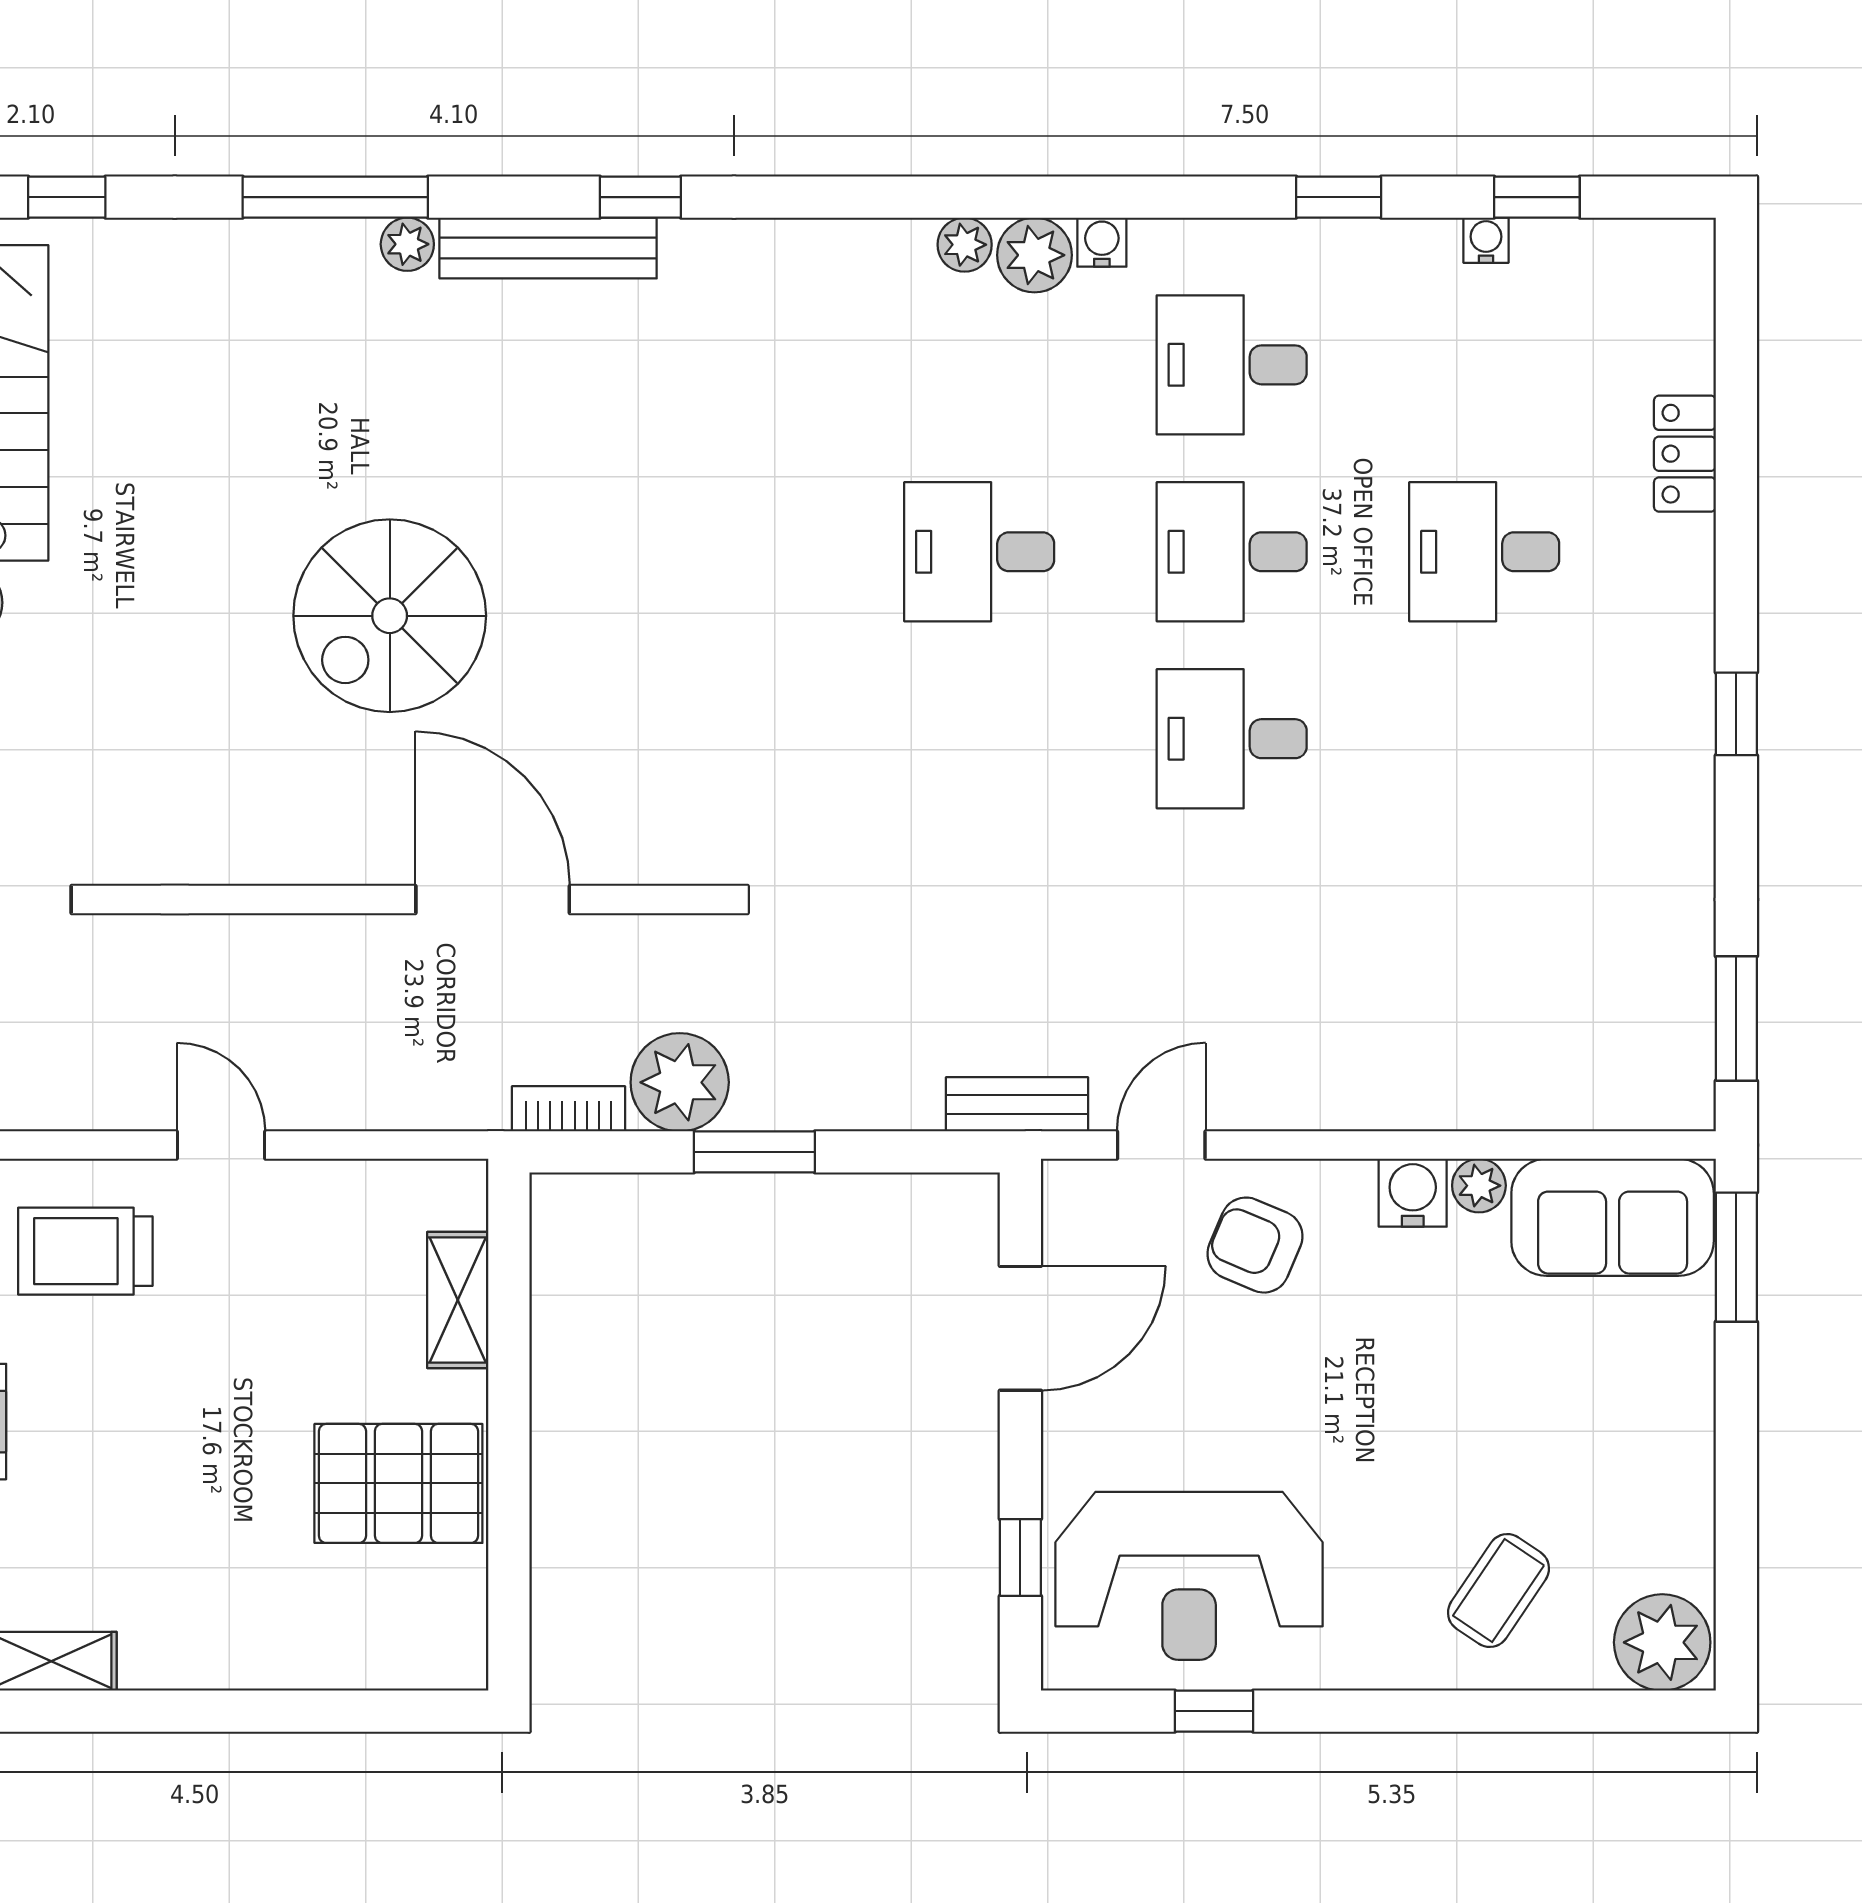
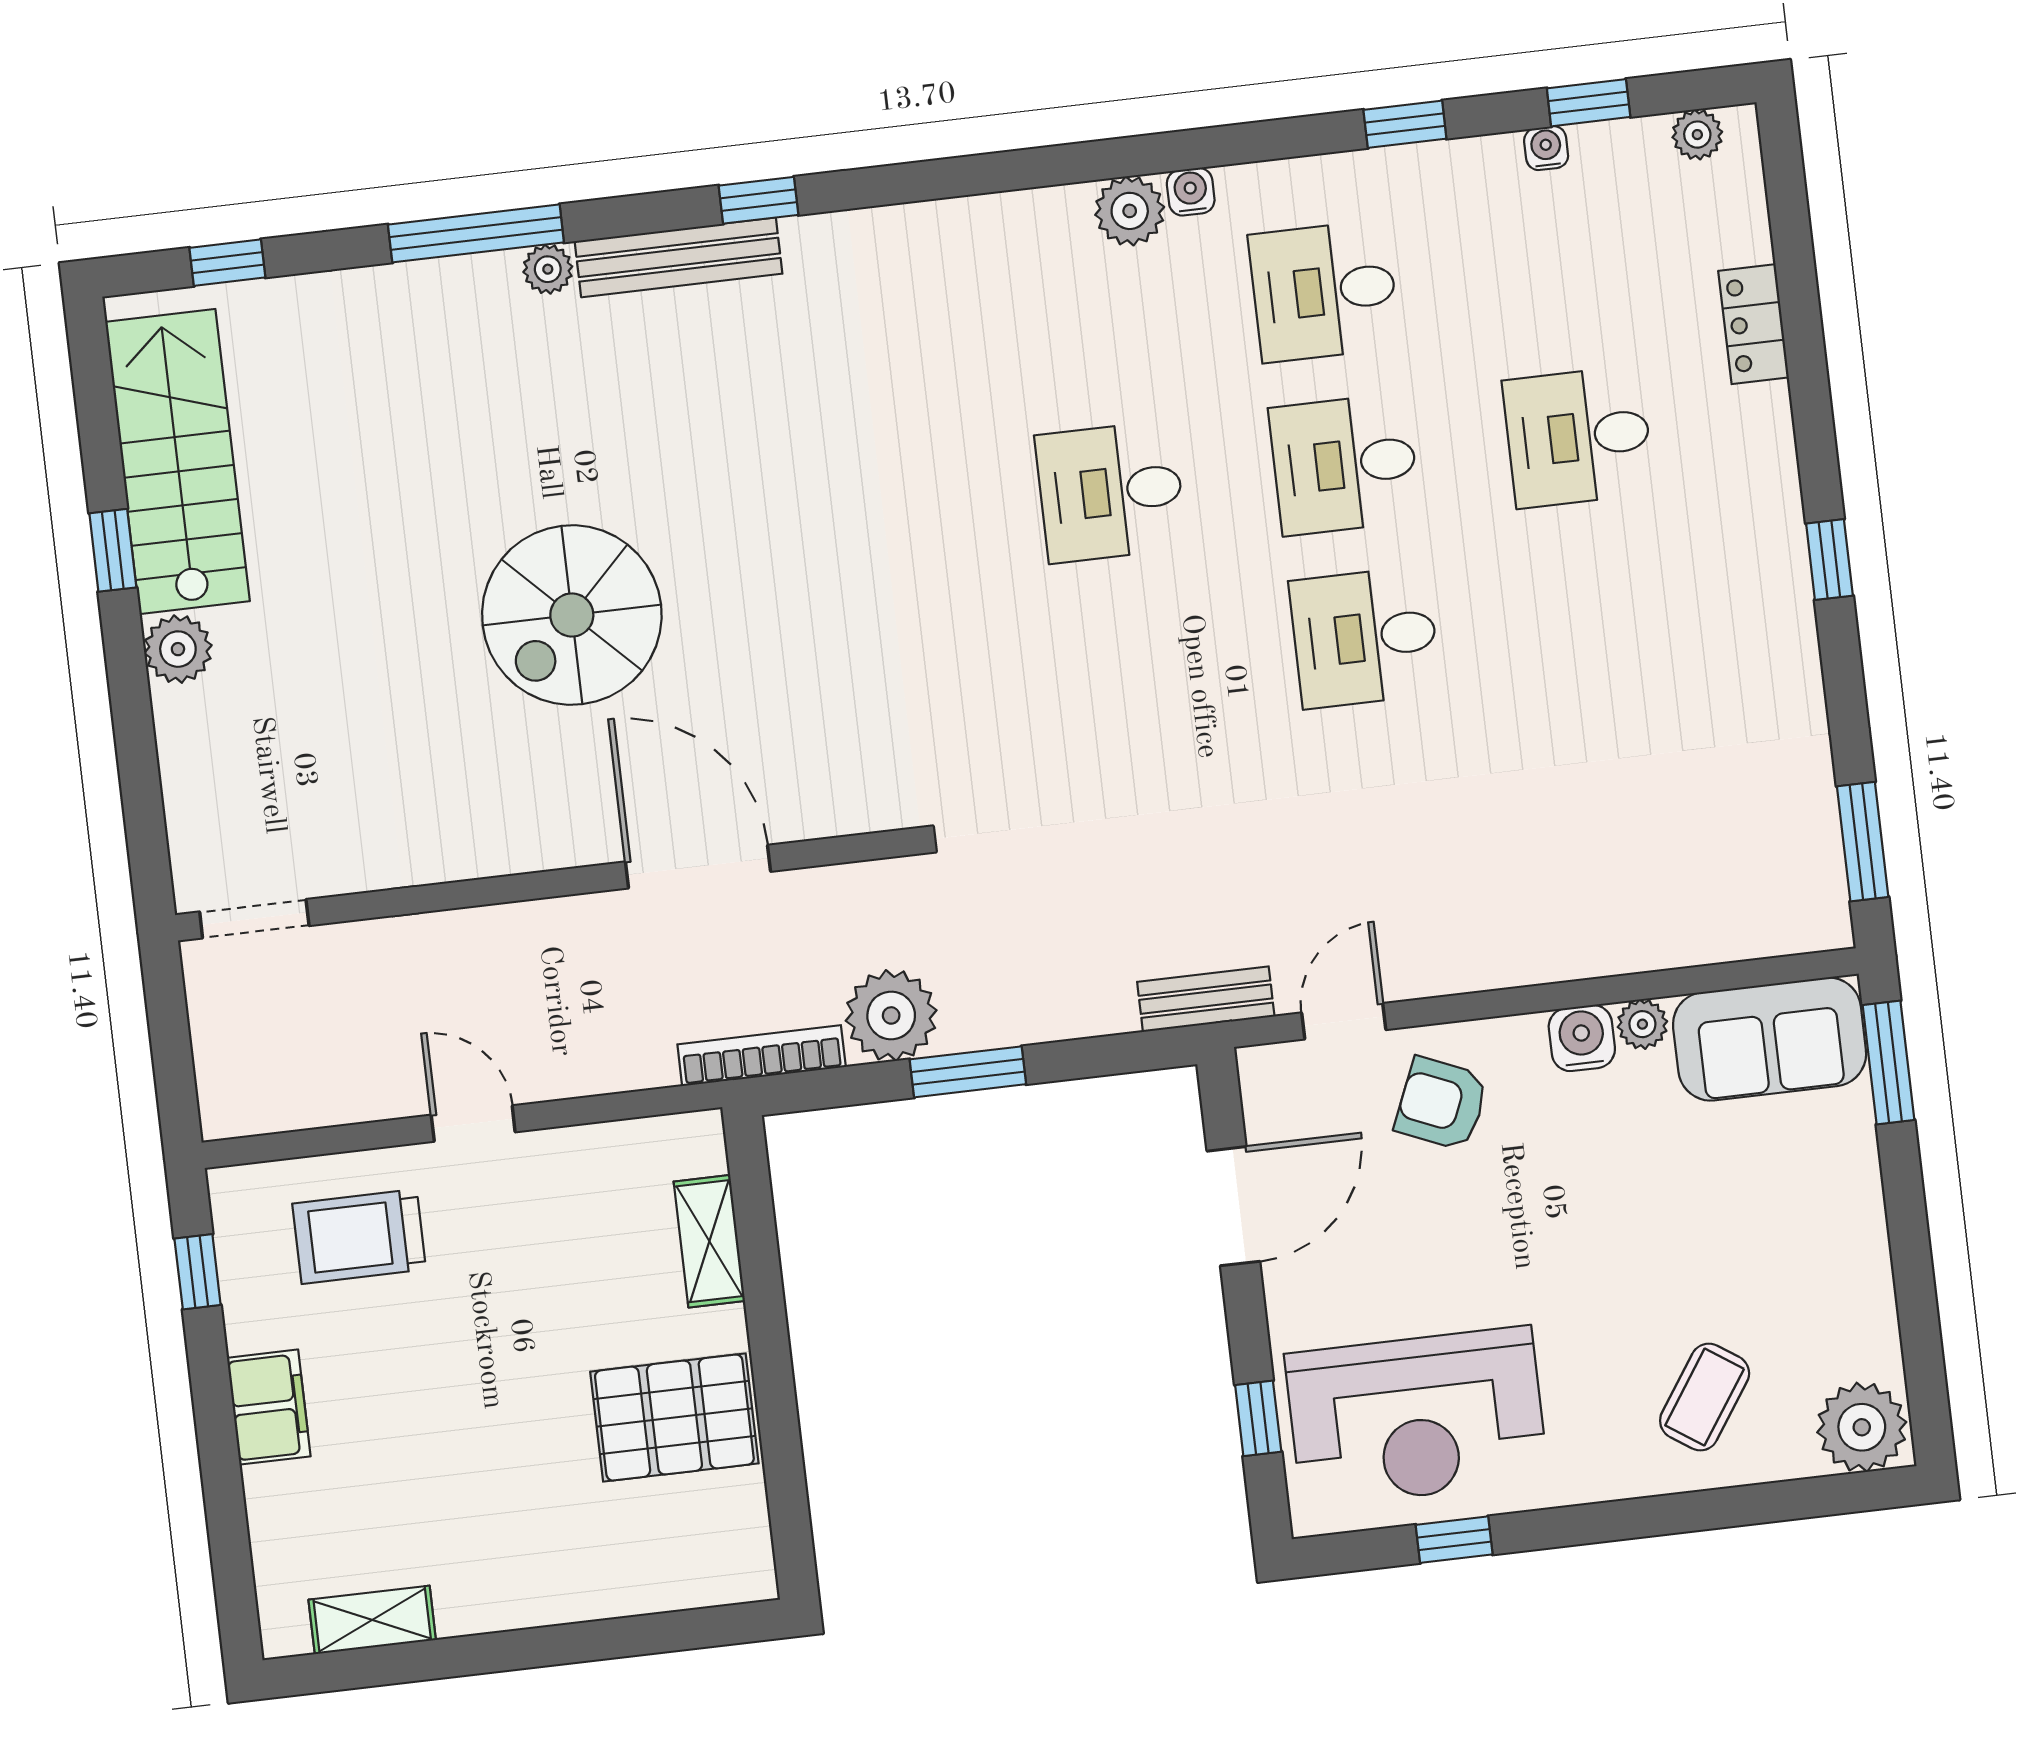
plant: (965, 245) -> (1697, 135), moved
bookcase: (568, 1109) -> (762, 1056), width x1.56

